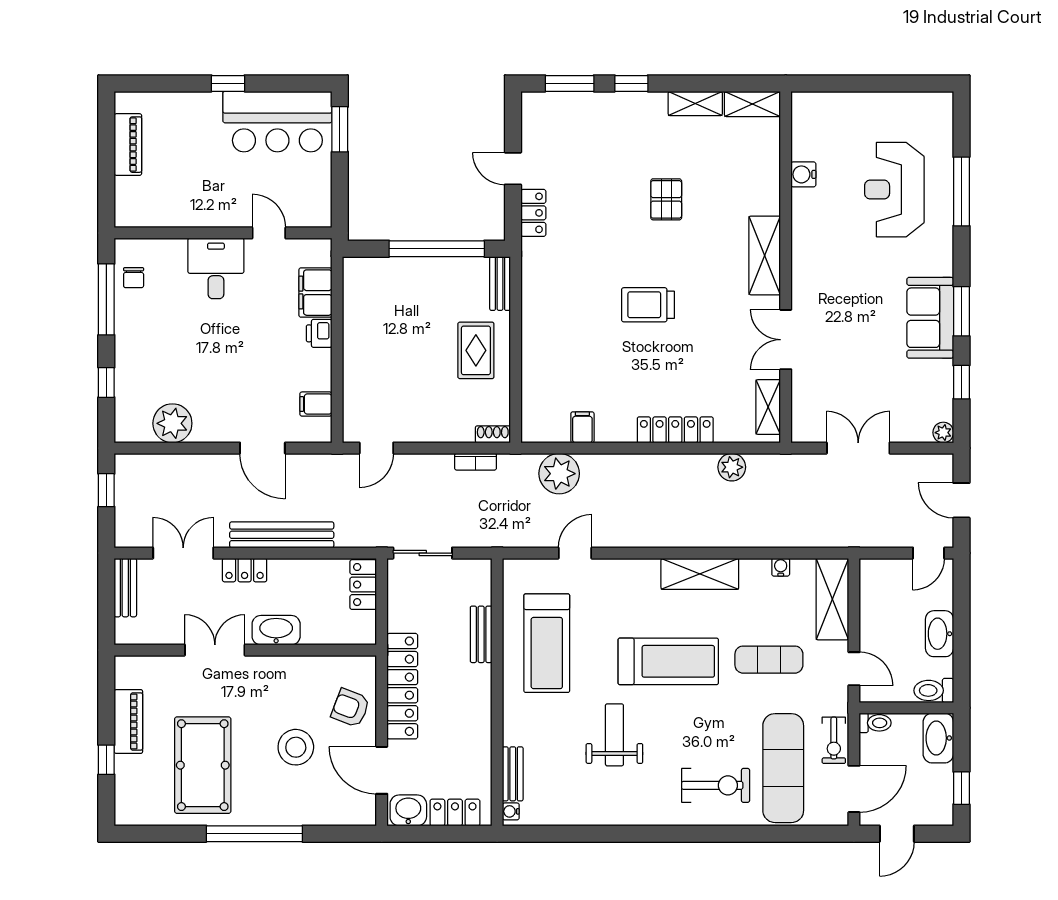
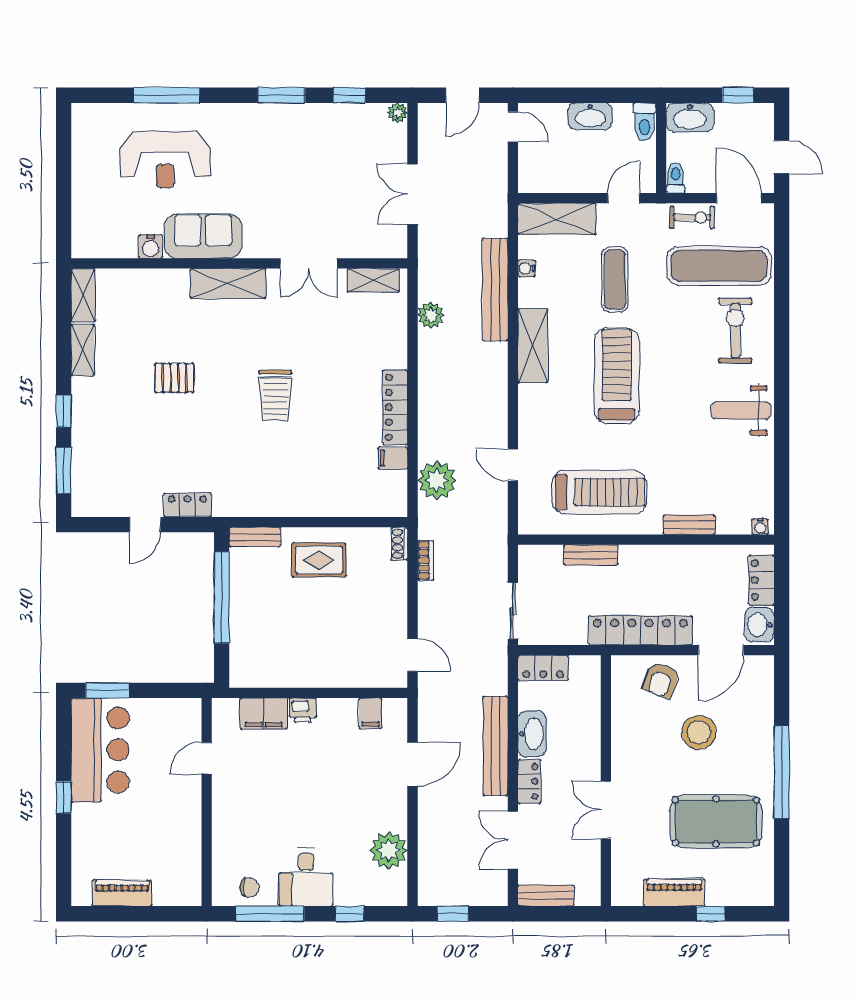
desk: (216, 268) -> (306, 877), moved, turned -90
sofa: (930, 318) -> (203, 236), moved, turned 180
locker: (675, 430) -> (395, 407), moved
bench: (758, 534) -> (495, 290), added
washbasin: (276, 630) -> (532, 734), moved, turned 180
weight bench: (614, 735) -> (741, 410), moved
bench: (513, 774) -> (689, 525), moved

